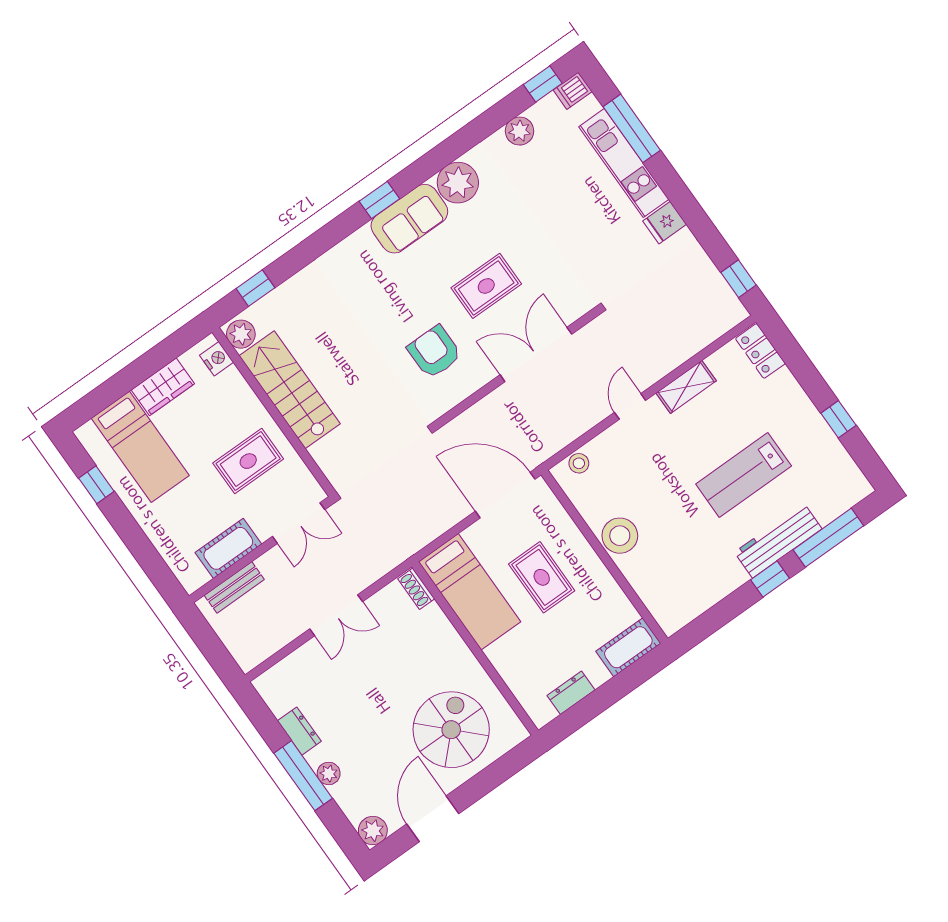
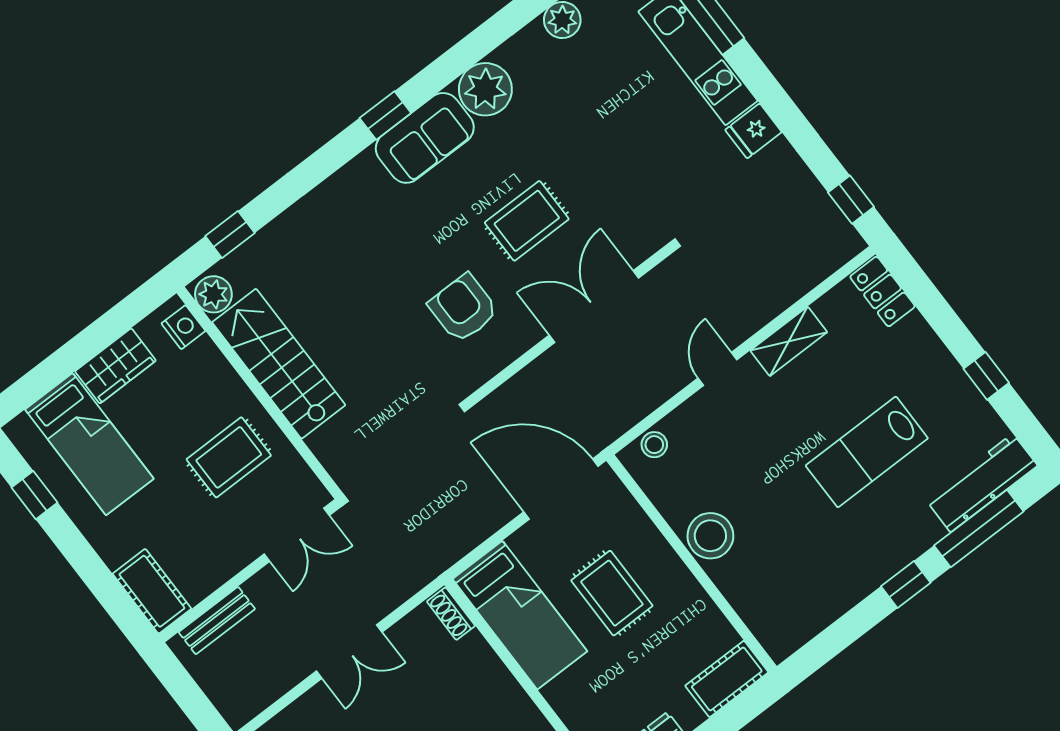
workbench: (778, 541) -> (982, 483), moved
cot: (228, 548) -> (152, 591), moved, turned 90

